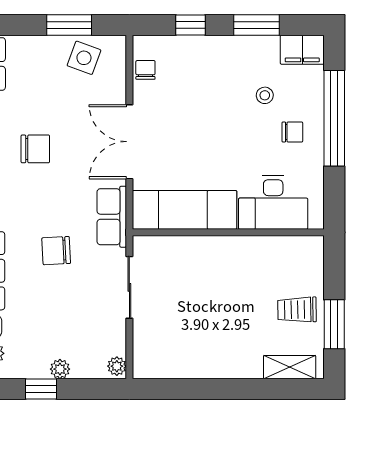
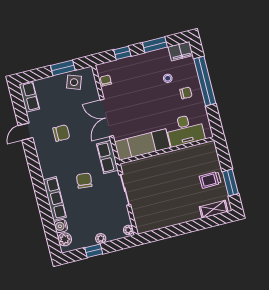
chair: (56, 251) -> (84, 181), turned 99

